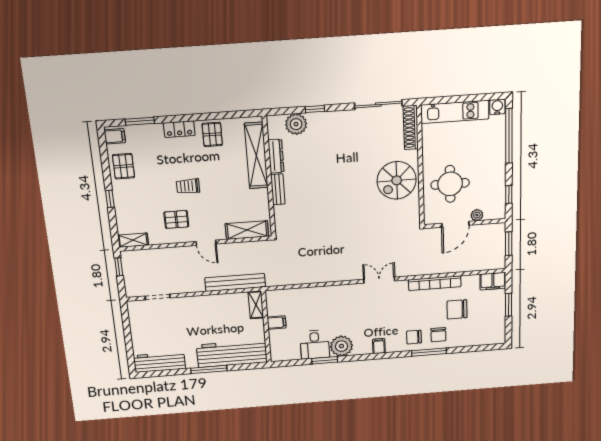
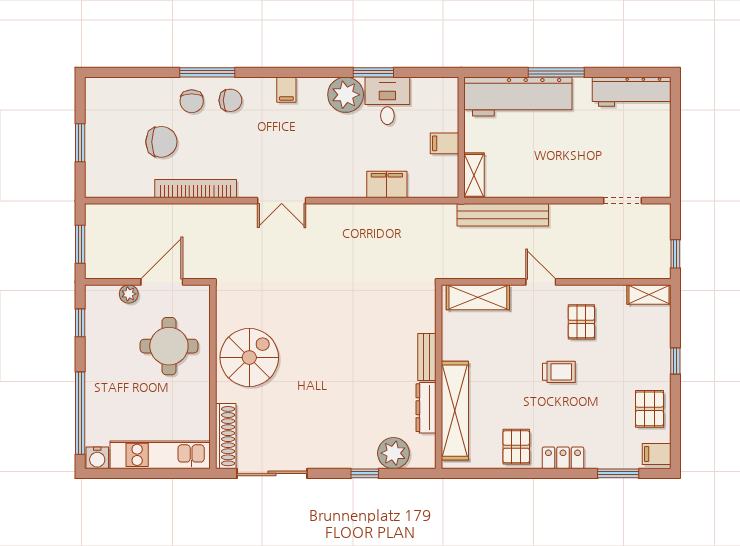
pallet: (176, 219) -> (581, 322), turned 90
filing cabinet: (493, 281) -> (387, 185), moved
chair: (438, 335) -> (192, 101), turned 180

